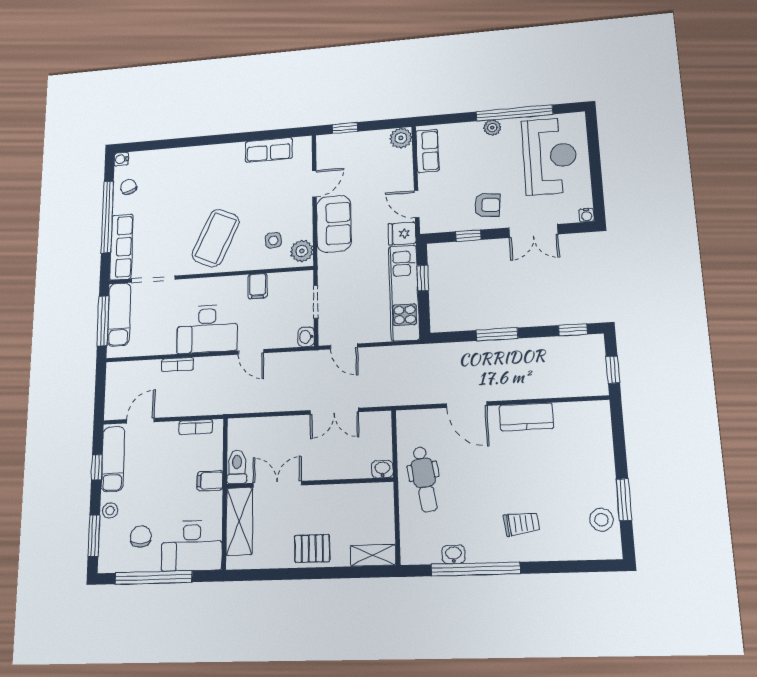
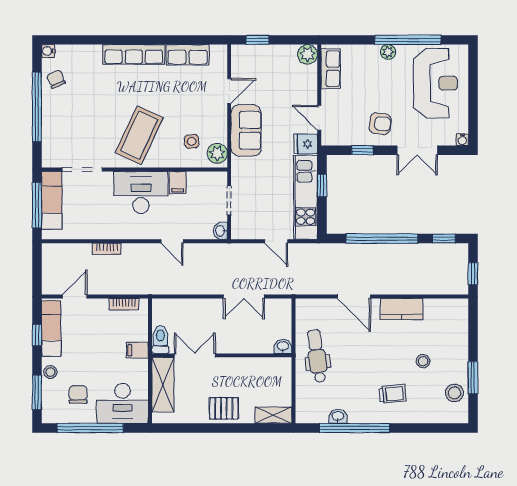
row of seats: (121, 247) -> (134, 54), moved, turned 90
desk: (207, 329) -> (141, 192), moved, turned 180
window: (497, 334) -> (382, 239), width x2.11
door: (344, 346) -> (276, 241), moved
dental chair: (424, 479) -> (317, 356), turned 180
stool: (558, 481) -> (423, 361), added

